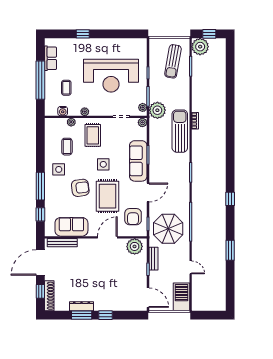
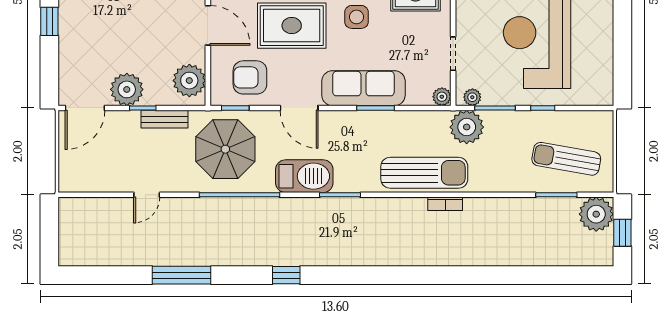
window: (230, 250) -> (182, 275), width x1.44
plant: (139, 277) -> (127, 89), added
barbecue: (181, 297) -> (304, 176), moved

